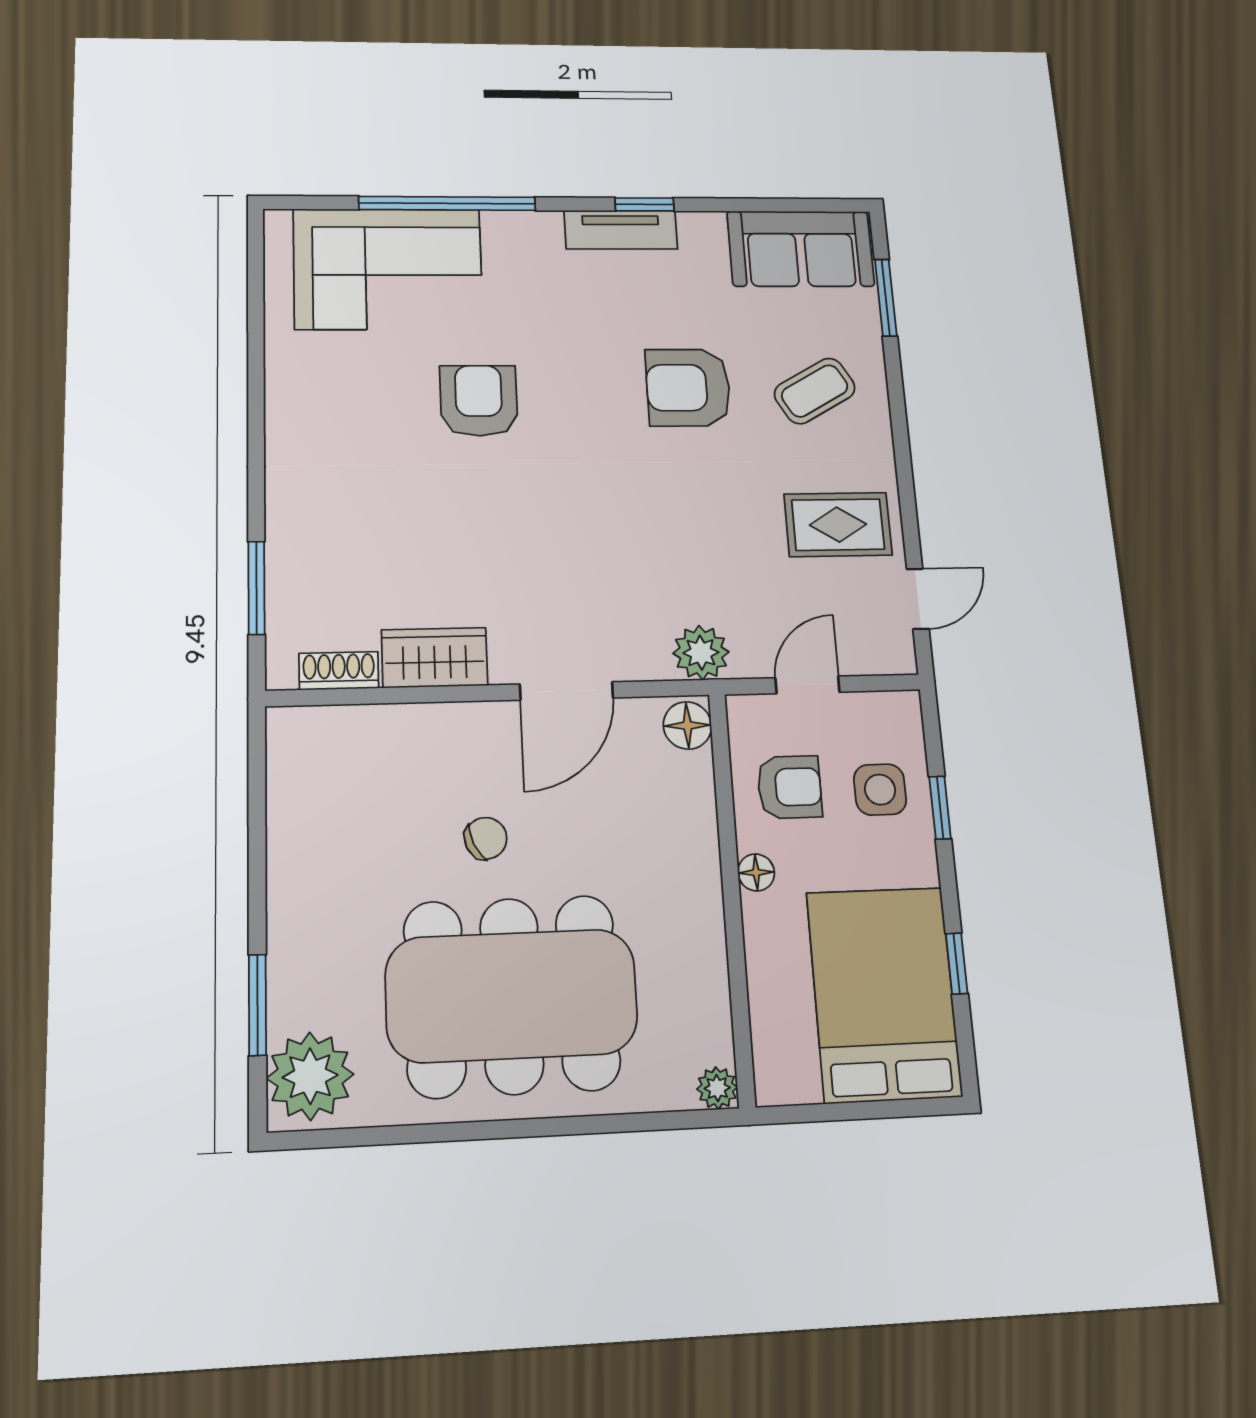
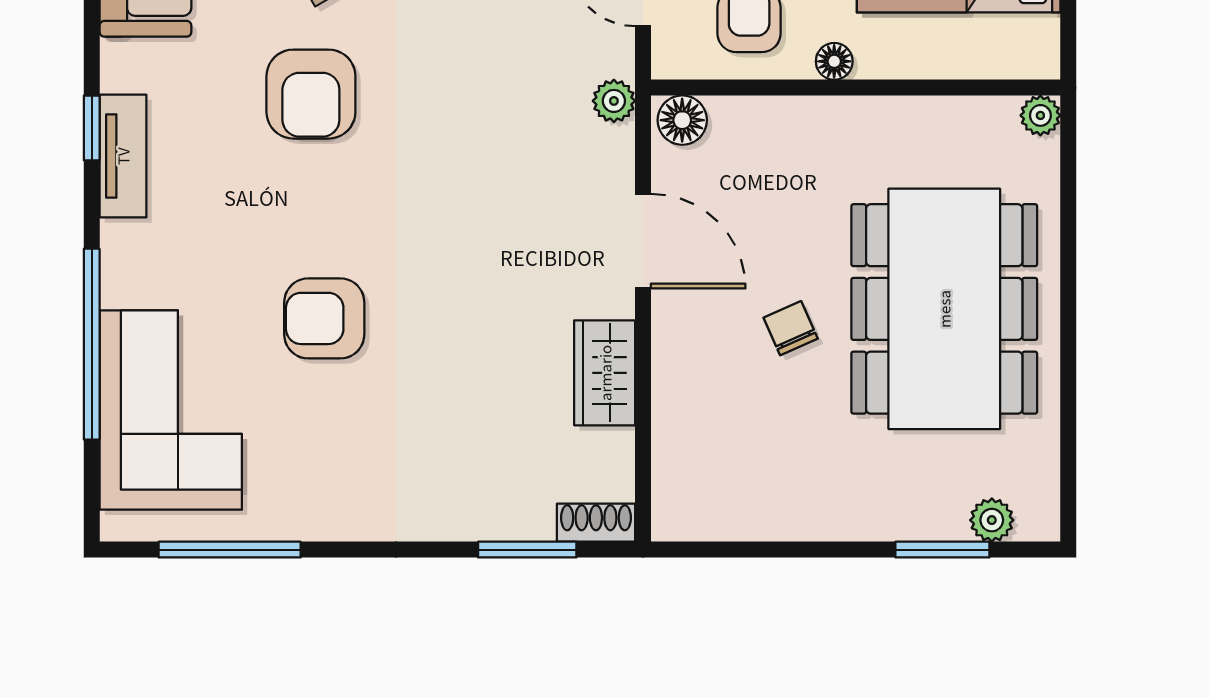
window: (256, 319) -> (230, 550), added
plant: (701, 653) -> (614, 101), width x0.73, depth x0.73
shoe rack: (339, 671) -> (596, 523), moved, turned 90
plant: (310, 1076) -> (992, 520), width x0.53, depth x0.53

